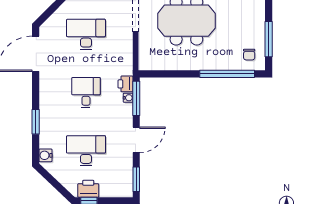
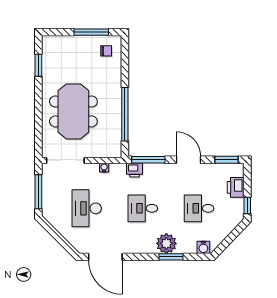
window: (227, 74) -> (125, 114), moved
water cooler: (128, 98) -> (104, 168), moved
plant: (50, 117) -> (166, 243), added
desk: (86, 151) -> (199, 208), width x0.73
printer: (88, 189) -> (236, 187), moved

